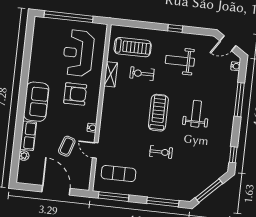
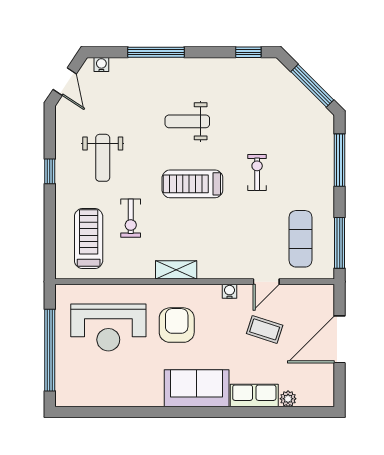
shelving: (111, 74) -> (176, 270), moved

